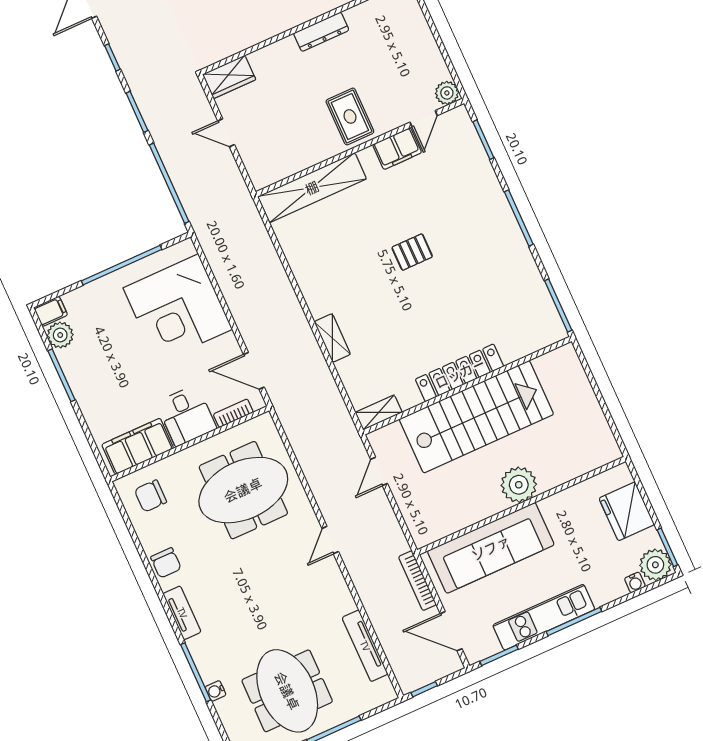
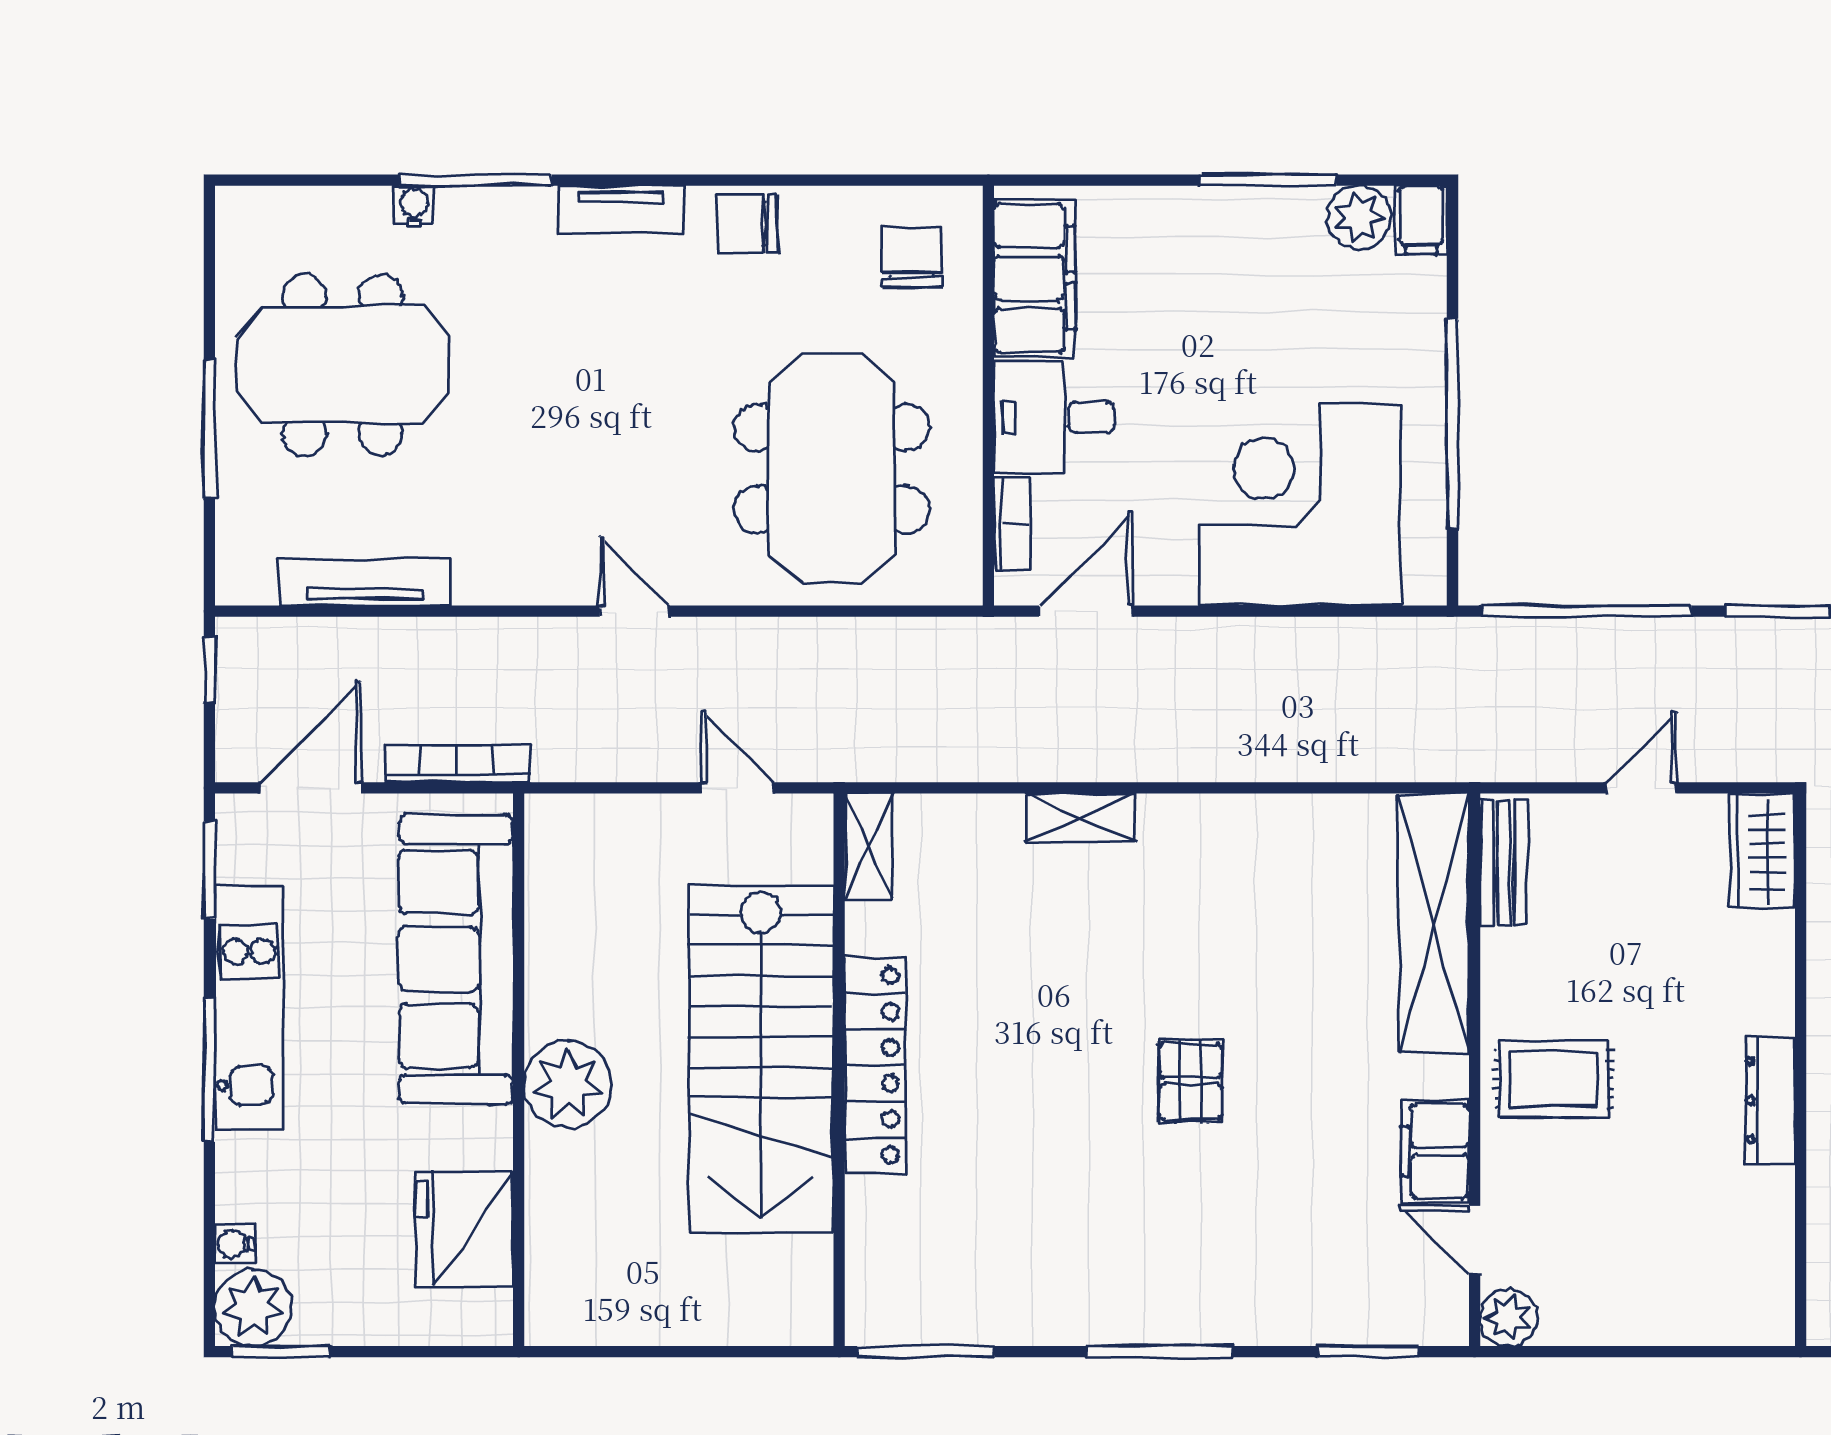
bench: (277, 172) -> (1504, 863), added
fridge: (627, 511) -> (464, 1229), moved, turned -90

